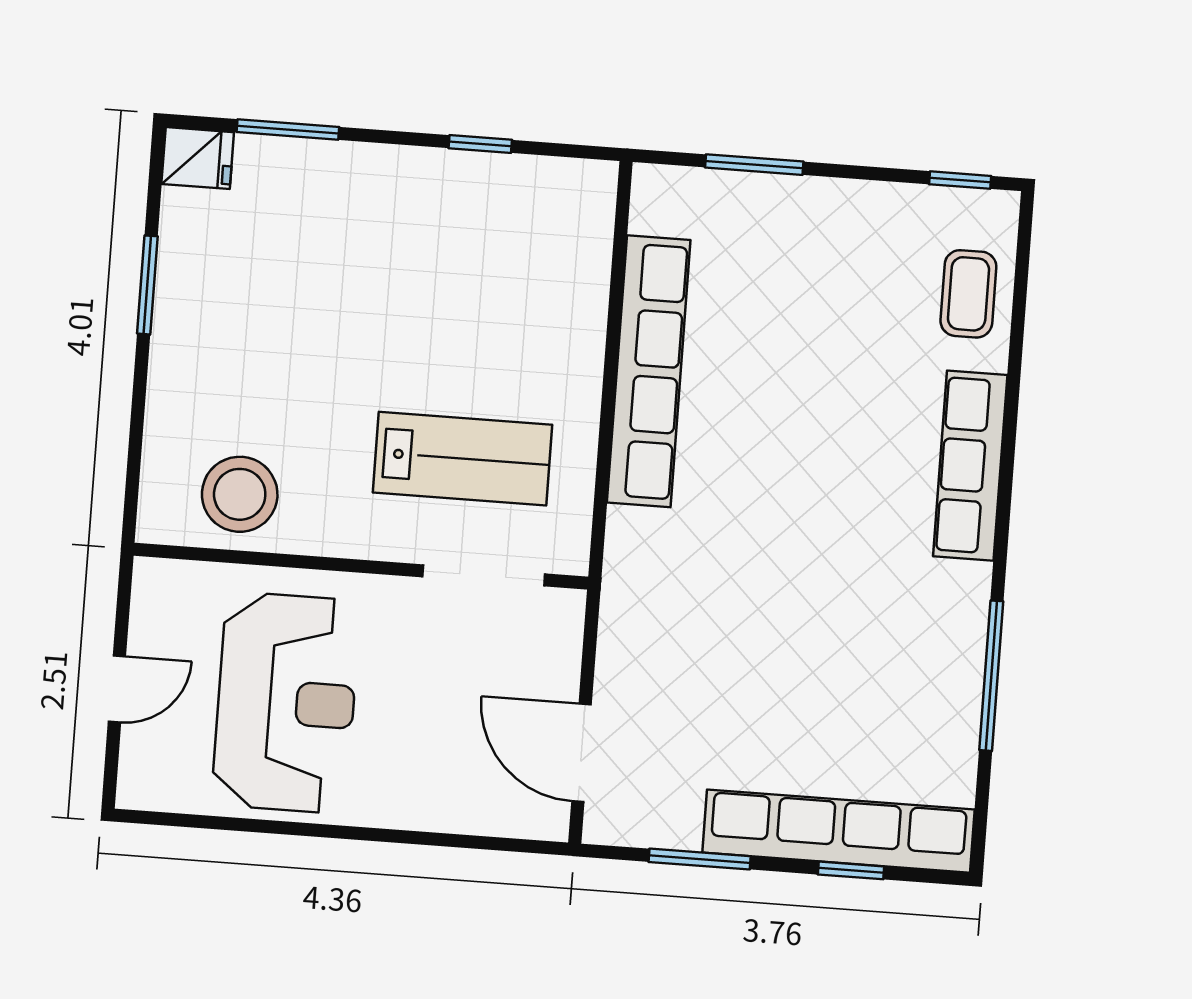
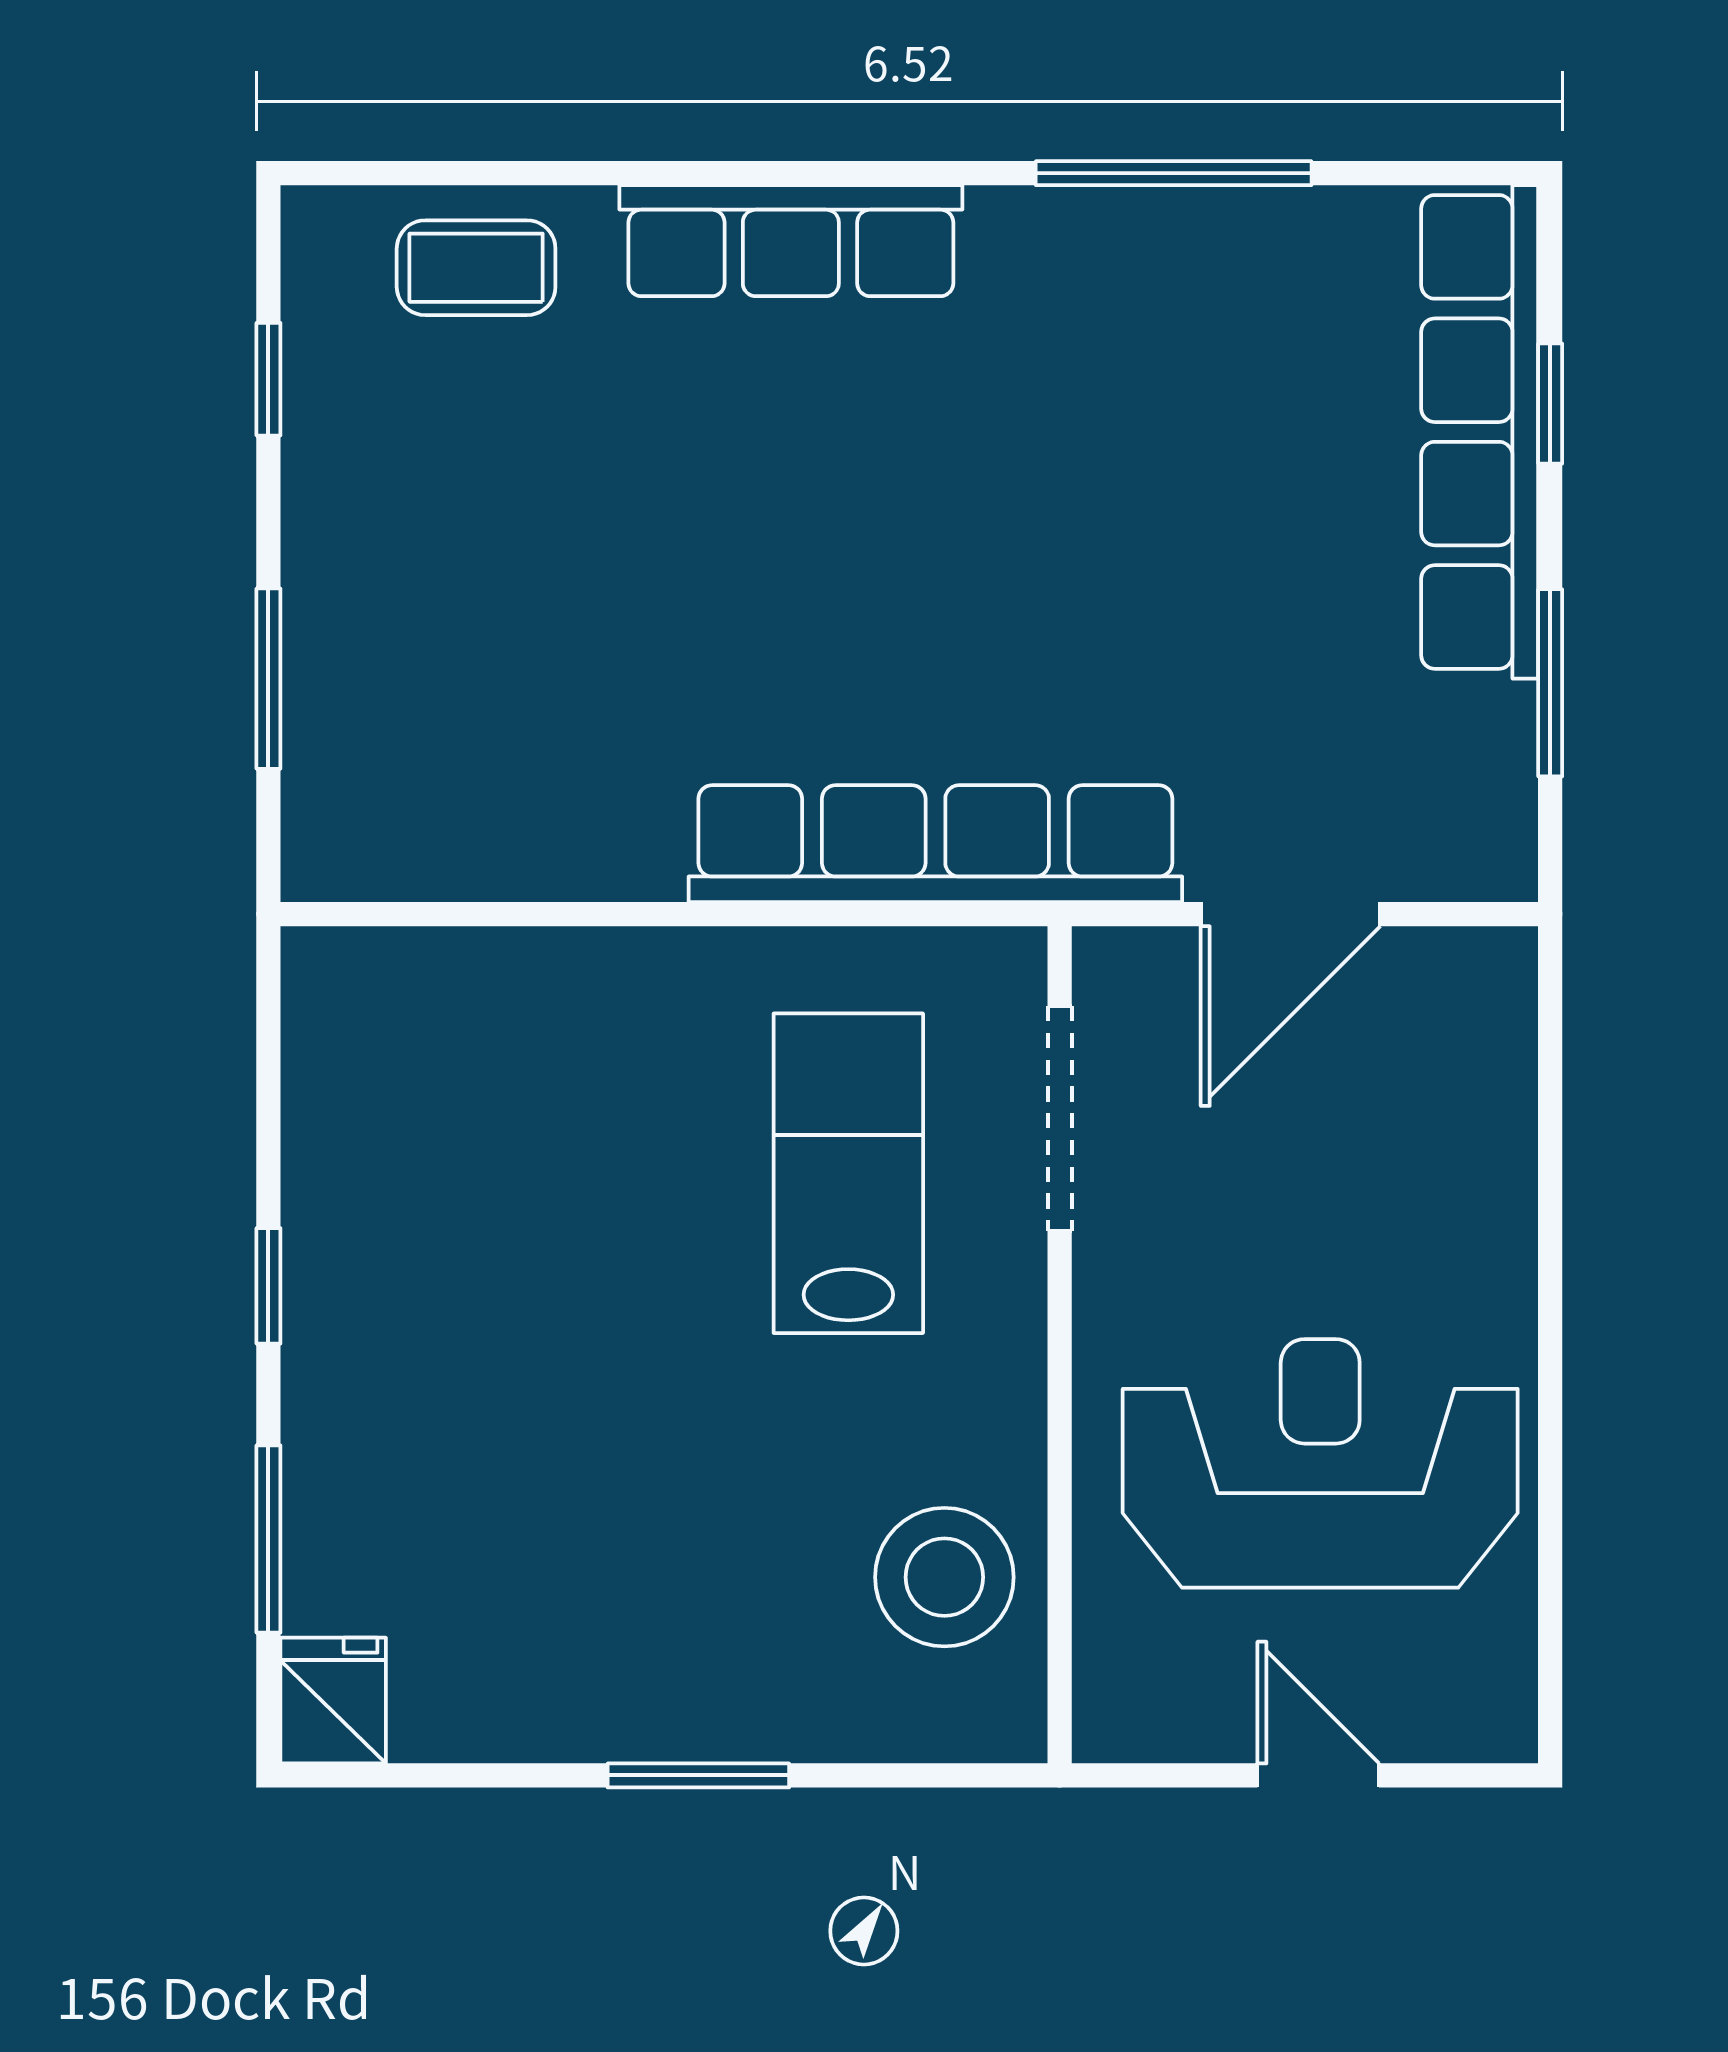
window: (480, 144) -> (268, 1286), moved
window: (960, 180) -> (268, 379), moved
window: (147, 285) -> (698, 1775), moved
row of seats: (649, 371) -> (935, 844), moved
door: (582, 753) -> (1290, 914), moved

